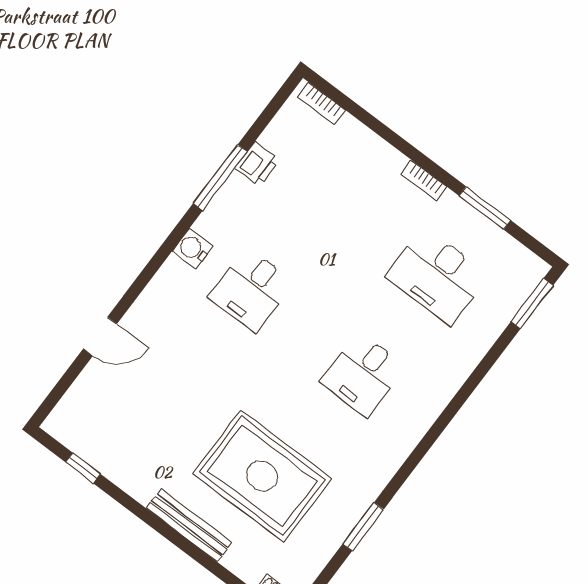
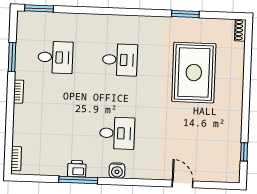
printer: (257, 164) -> (77, 169), moved
desk: (437, 276) -> (55, 57), width x0.73
bench: (189, 525) -> (237, 89), removed

